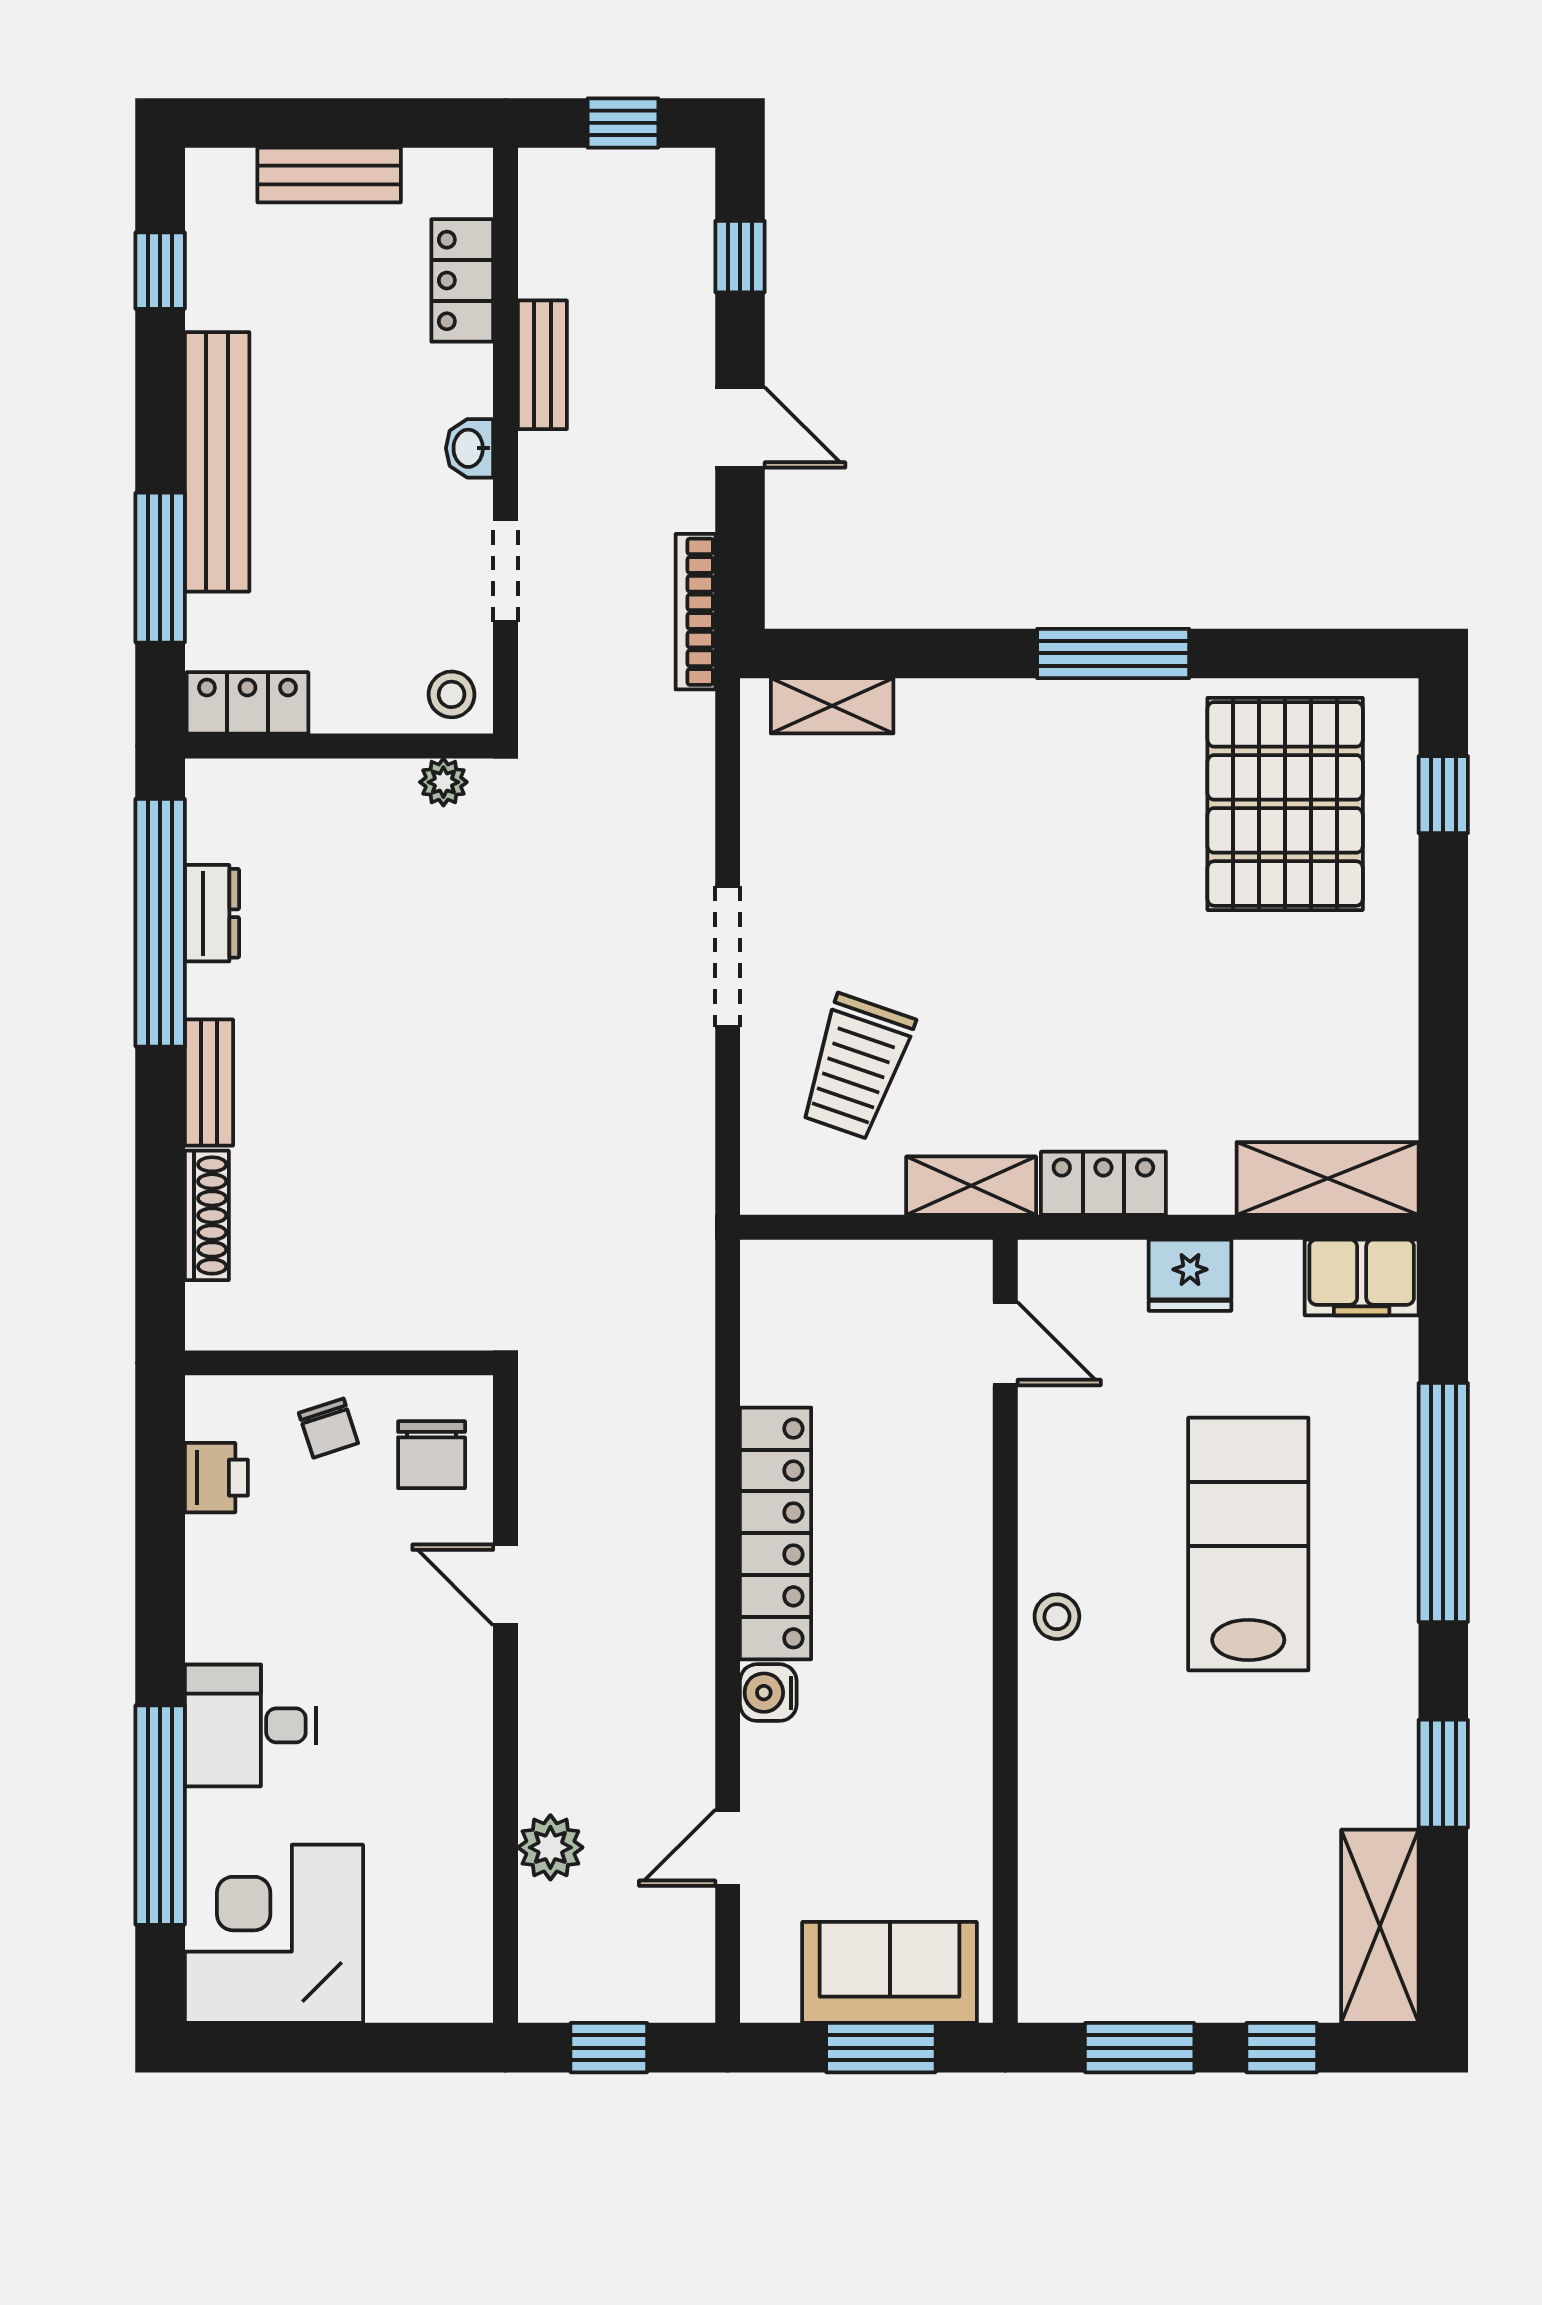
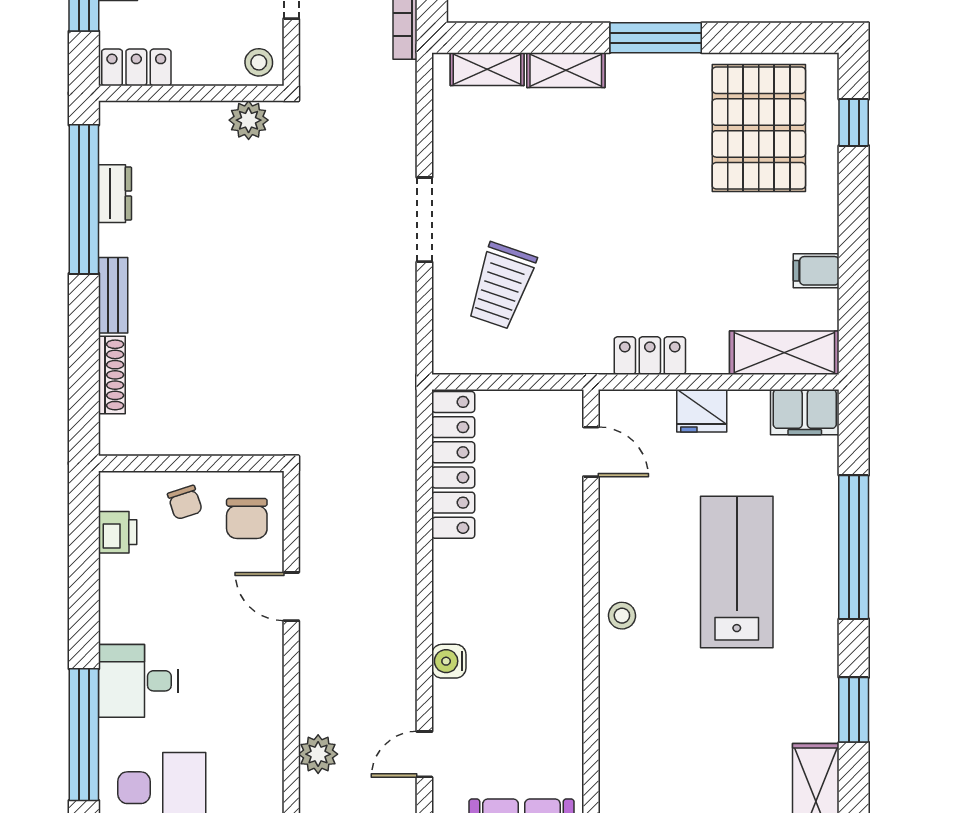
plant: (443, 782) -> (249, 120), width x1.38, depth x1.38
filing cabinet: (1381, 1042) -> (816, 271), added
shelving: (971, 1186) -> (566, 70), moved
locker: (776, 1533) -> (453, 465), moved

